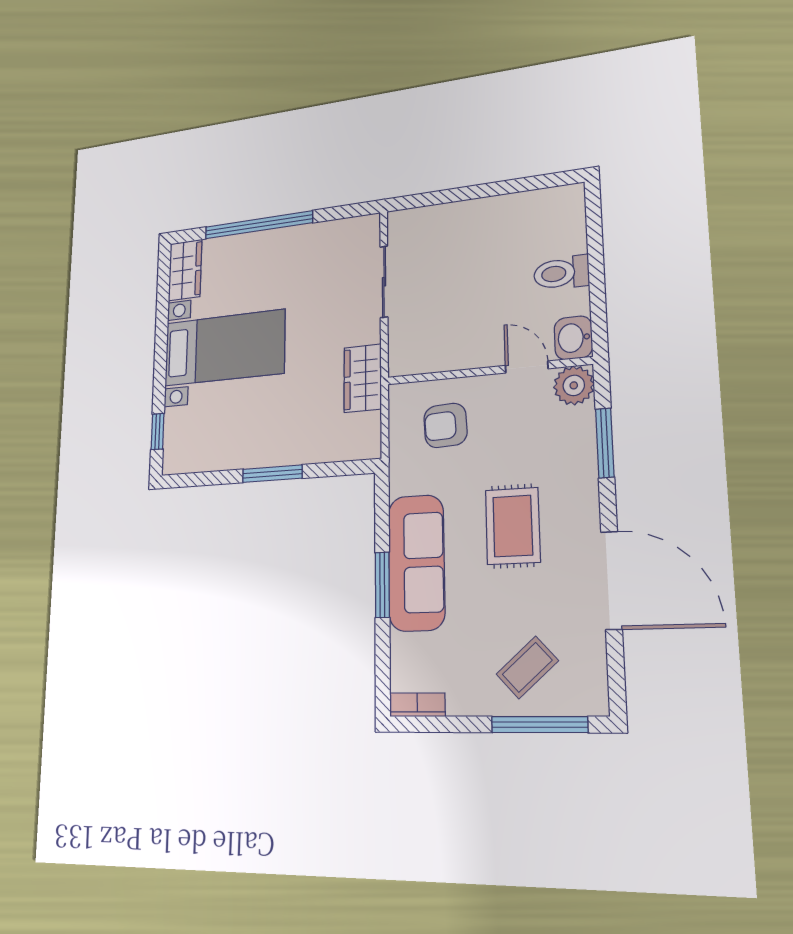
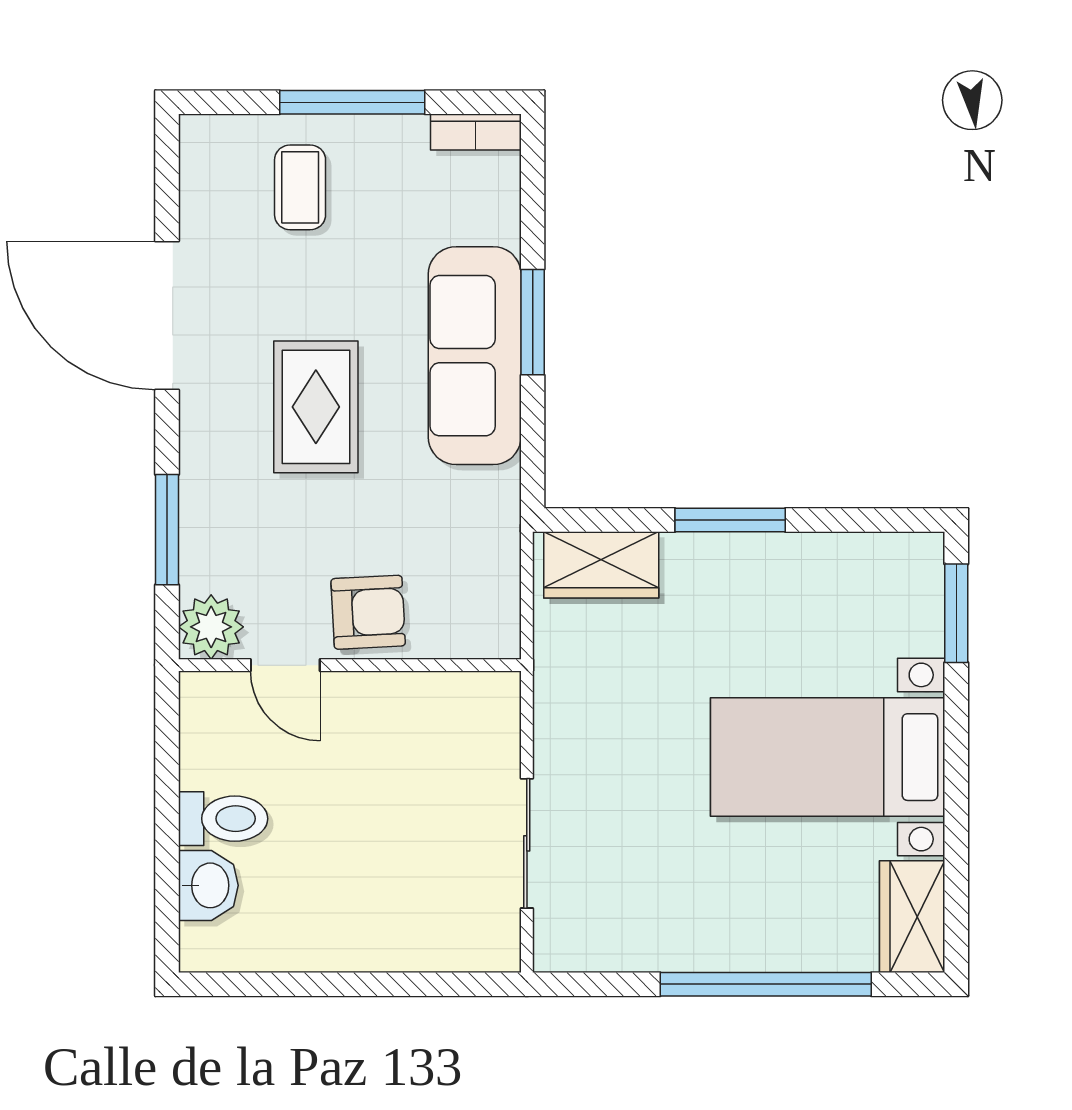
washbasin: (573, 338) -> (208, 885), moved
wardrobe: (363, 378) -> (601, 565), moved, turned 90
armchair: (445, 425) -> (368, 612), moved
window: (158, 432) -> (956, 613), width x1.50
coffee table: (527, 667) -> (300, 187), turned -48
window: (539, 725) -> (352, 102), moved

